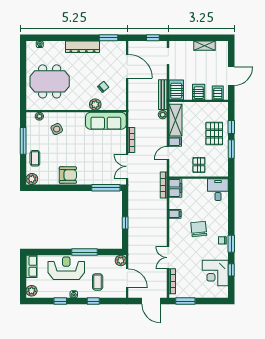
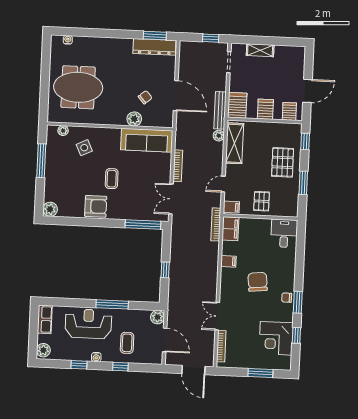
shelving: (205, 46) -> (260, 50), moved
dresser: (82, 47) -> (154, 47), moved
door: (127, 66) -> (176, 96), moved
window: (231, 127) -> (305, 141), moved
filing cabinet: (175, 142) -> (231, 207), moved
coffee table: (35, 158) -> (112, 179), moved
window: (185, 301) -> (260, 373), moved

